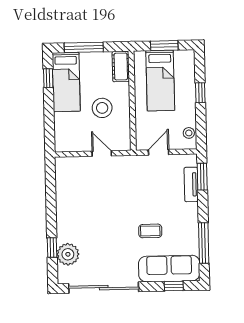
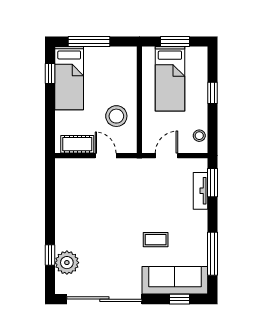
cot: (121, 66) -> (77, 144), moved, turned 90
stool: (102, 108) -> (116, 116), moved

